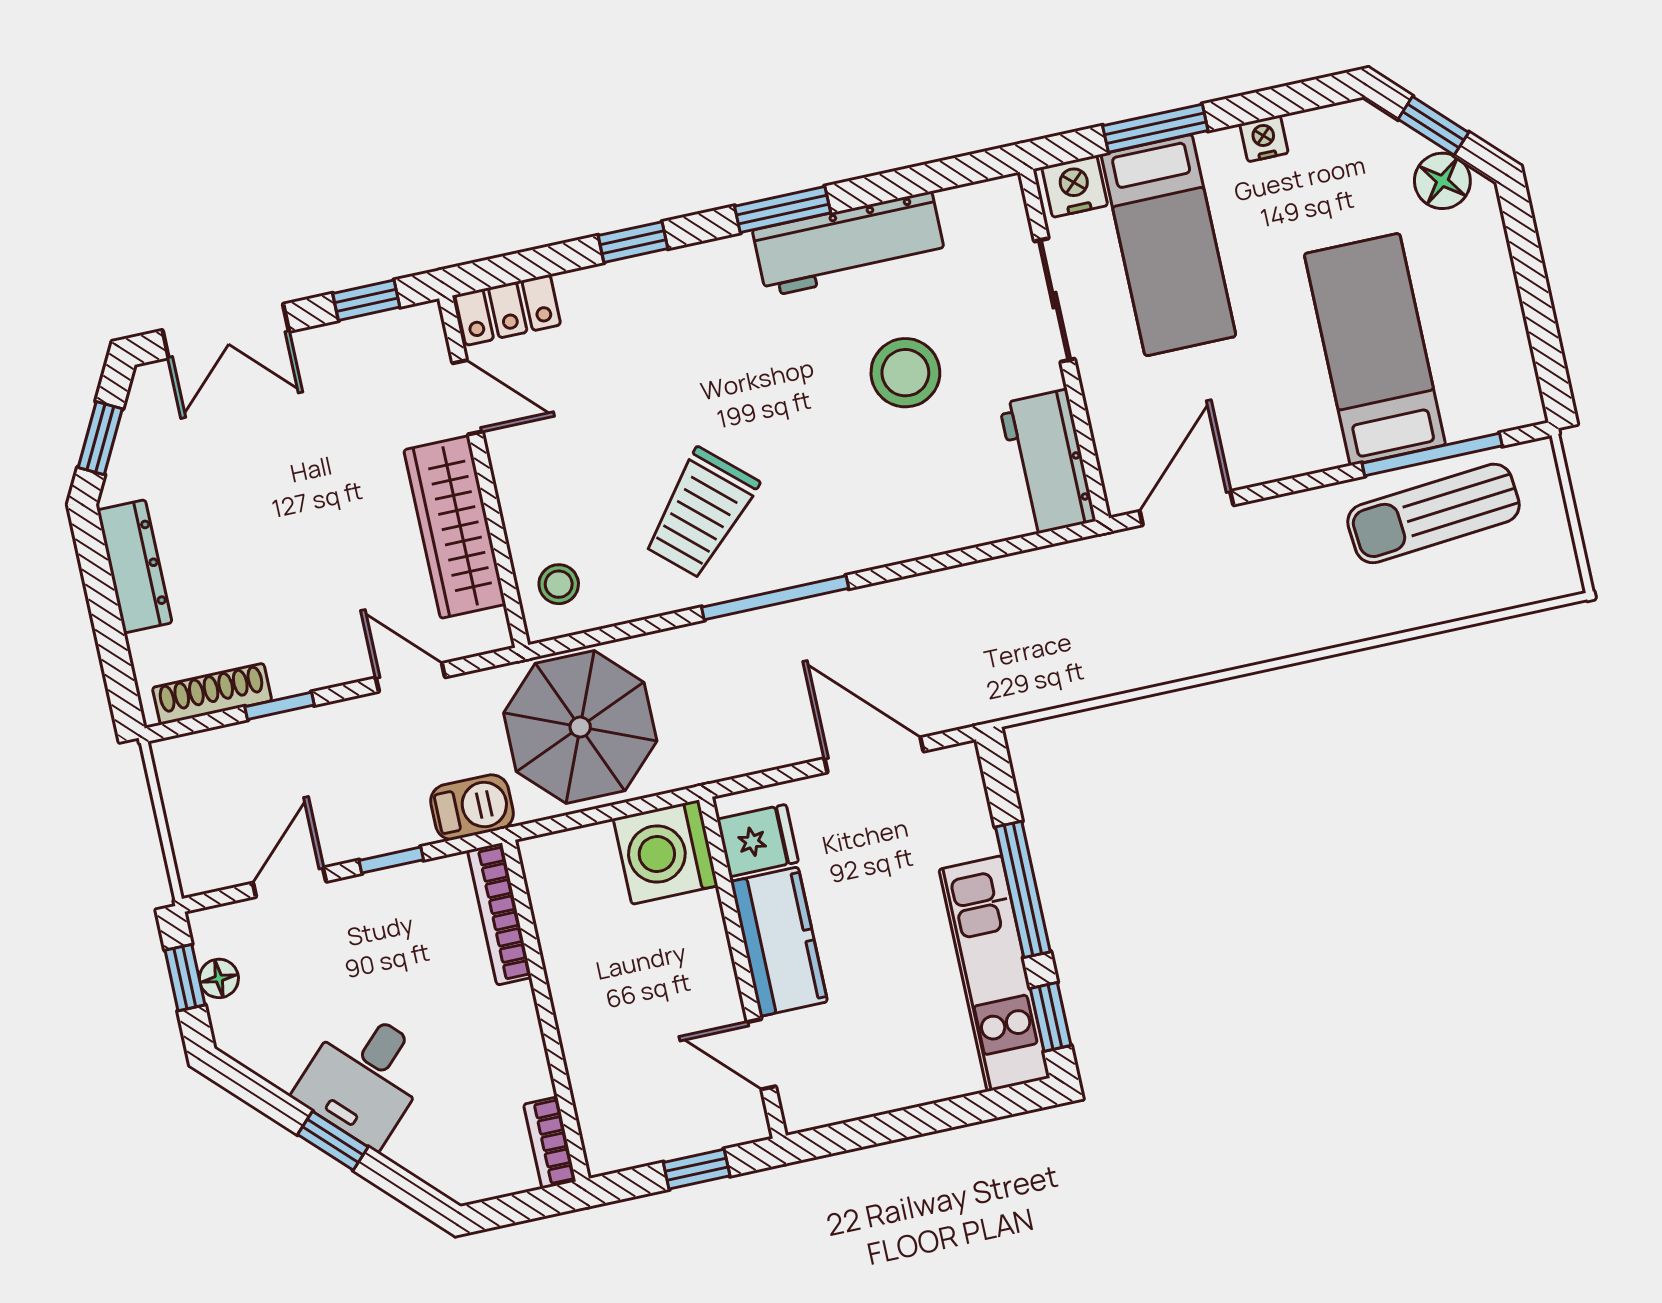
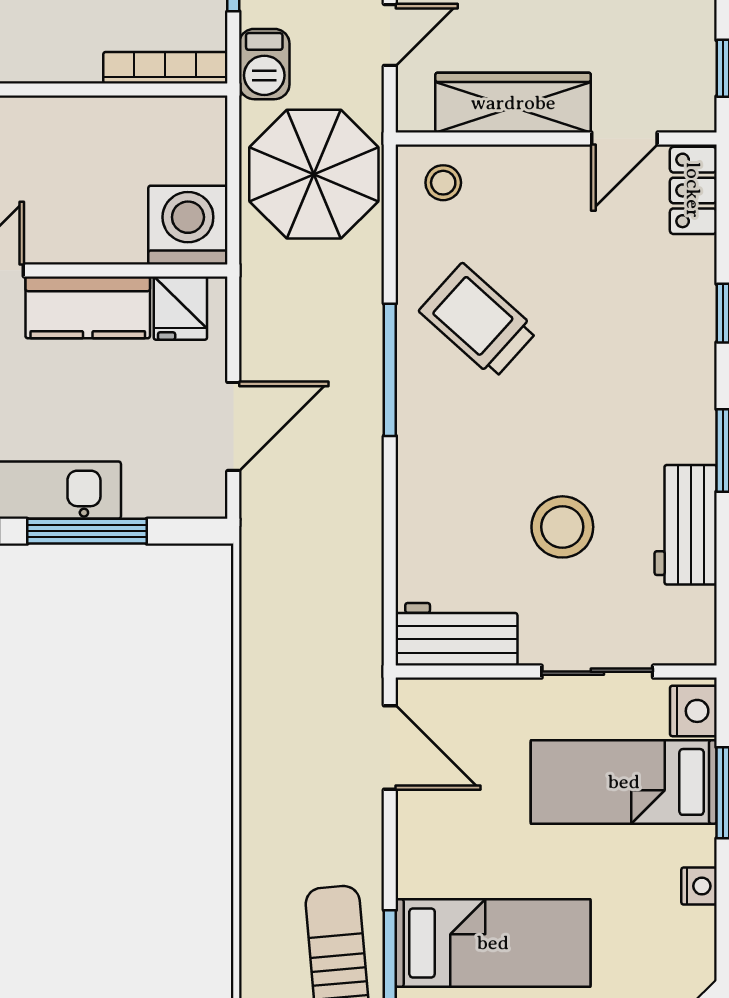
workbench: (849, 244) -> (686, 525), width x0.73

